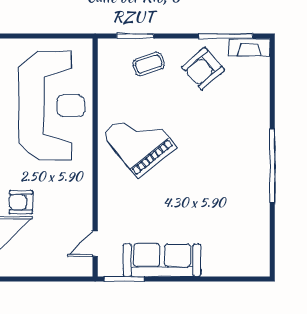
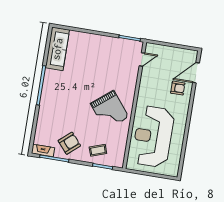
sofa: (162, 260) -> (57, 49), moved, turned -90

